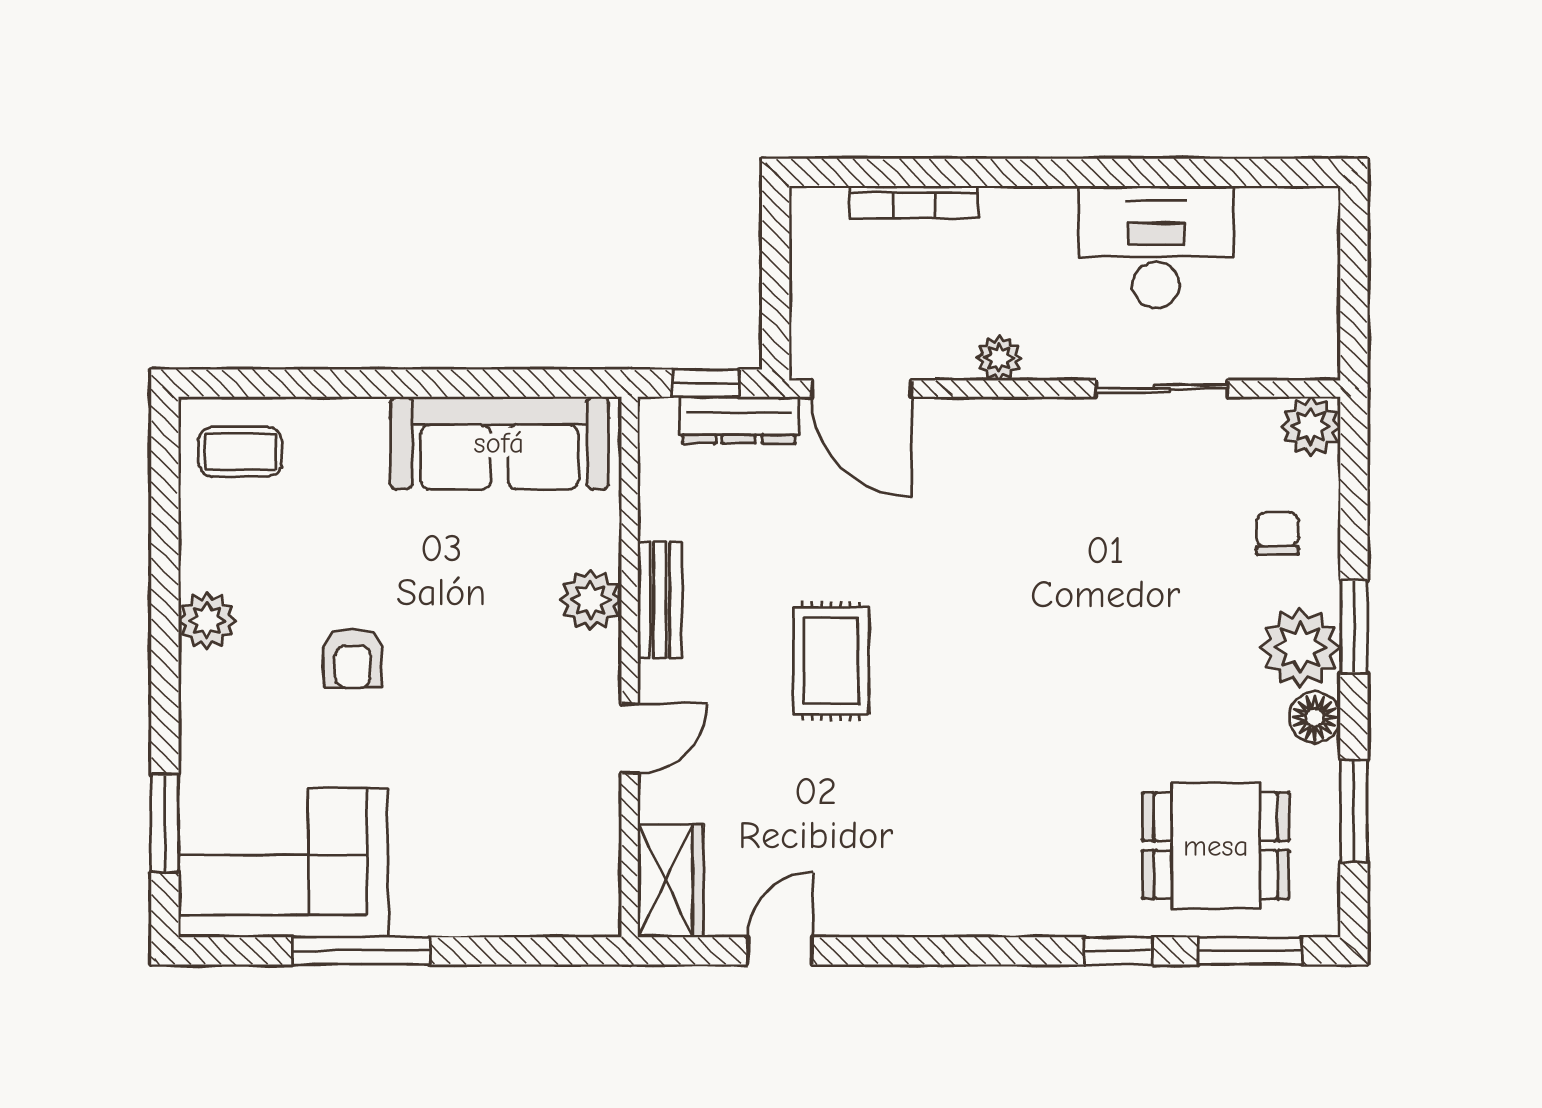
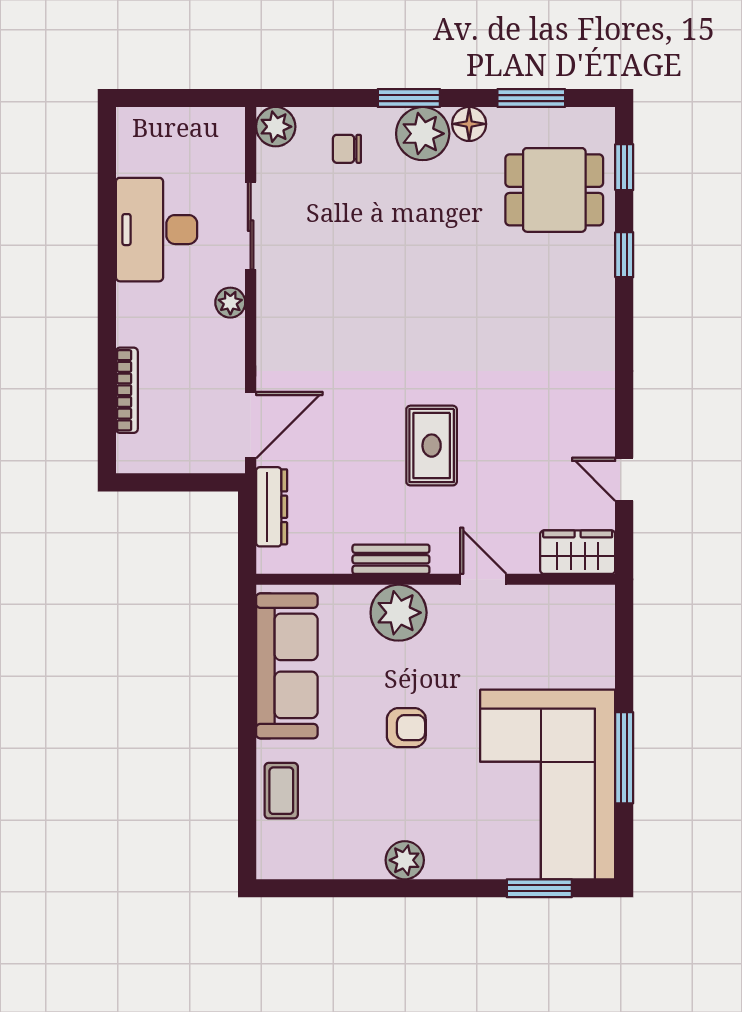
plant: (999, 358) -> (230, 303), moved
window: (706, 383) -> (247, 529), removed
coffee table: (240, 452) -> (281, 791), moved
plant: (591, 600) -> (399, 613), width x1.36, depth x1.36
armchair: (353, 658) -> (406, 728), moved
rug: (831, 661) -> (432, 446), turned 90
dining table: (1216, 846) -> (554, 190), turned 90
corner sofa: (283, 862) -> (548, 784), width x1.36, depth x1.36
window: (1250, 951) -> (624, 167), width x0.67

